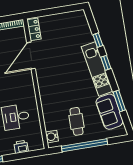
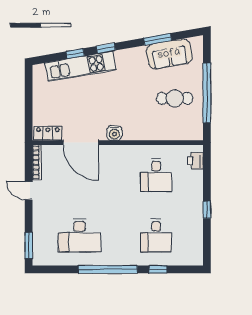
kitchen unit: (97, 69) -> (81, 66), moved
water cooler: (52, 137) -> (114, 133), moved
printer: (21, 147) -> (195, 161), moved

